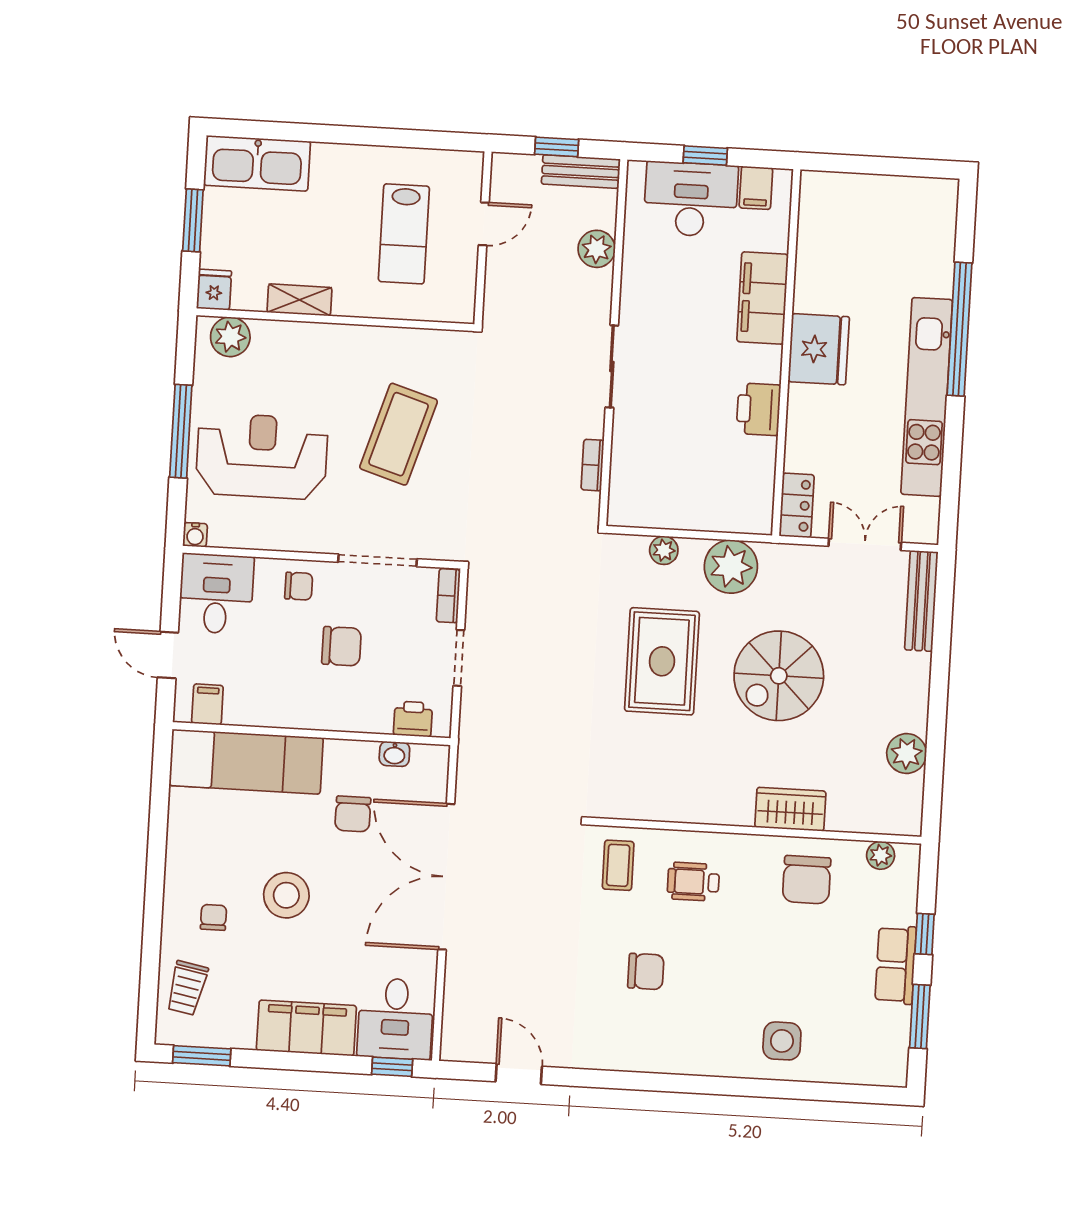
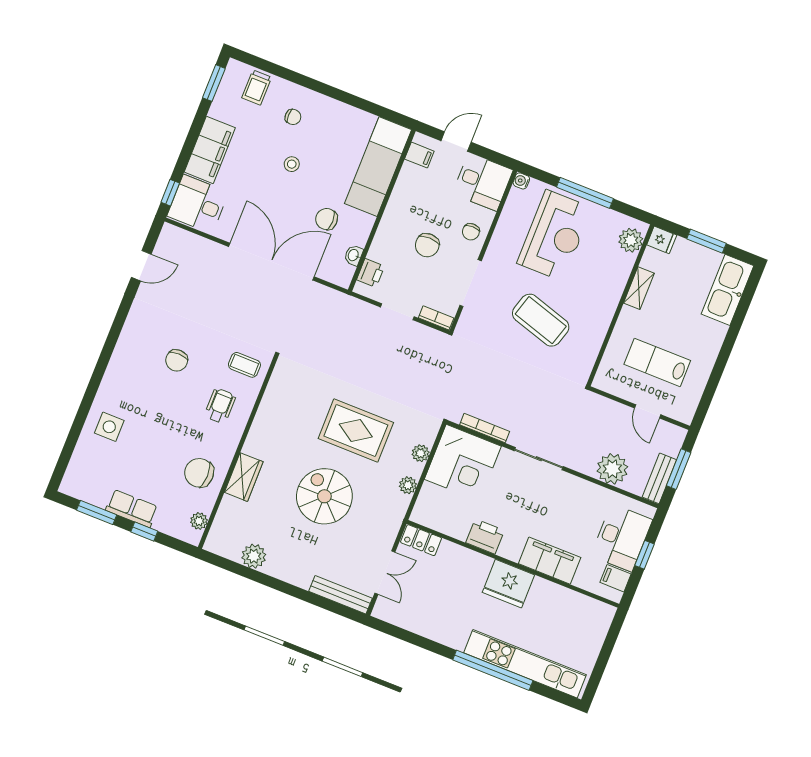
window: (557, 147) -> (679, 469), width x1.50
plant: (597, 249) -> (612, 469), width x1.36, depth x1.36
kitchen unit: (927, 397) -> (525, 664), moved
bookcase: (593, 465) -> (485, 428), width x1.56
corner desk: (657, 481) -> (463, 463), added
plant: (731, 567) -> (408, 485), width x0.53, depth x0.53
stool: (286, 895) -> (292, 164), width x0.53, depth x0.53
trolley: (187, 988) -> (257, 88), turned -101

